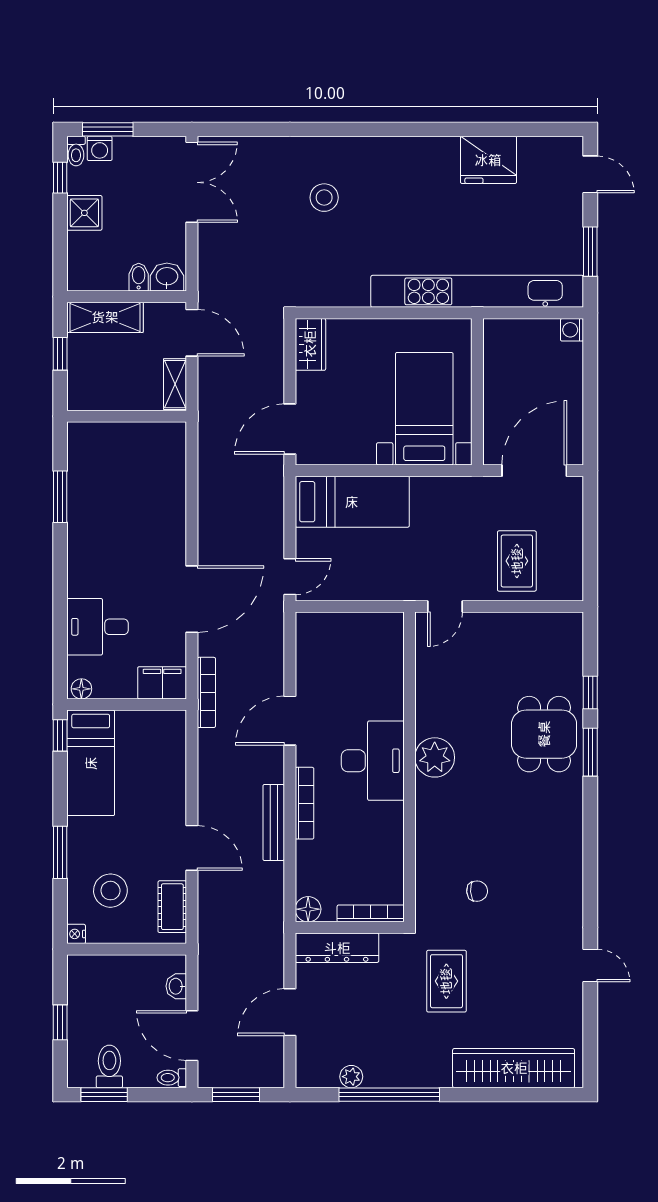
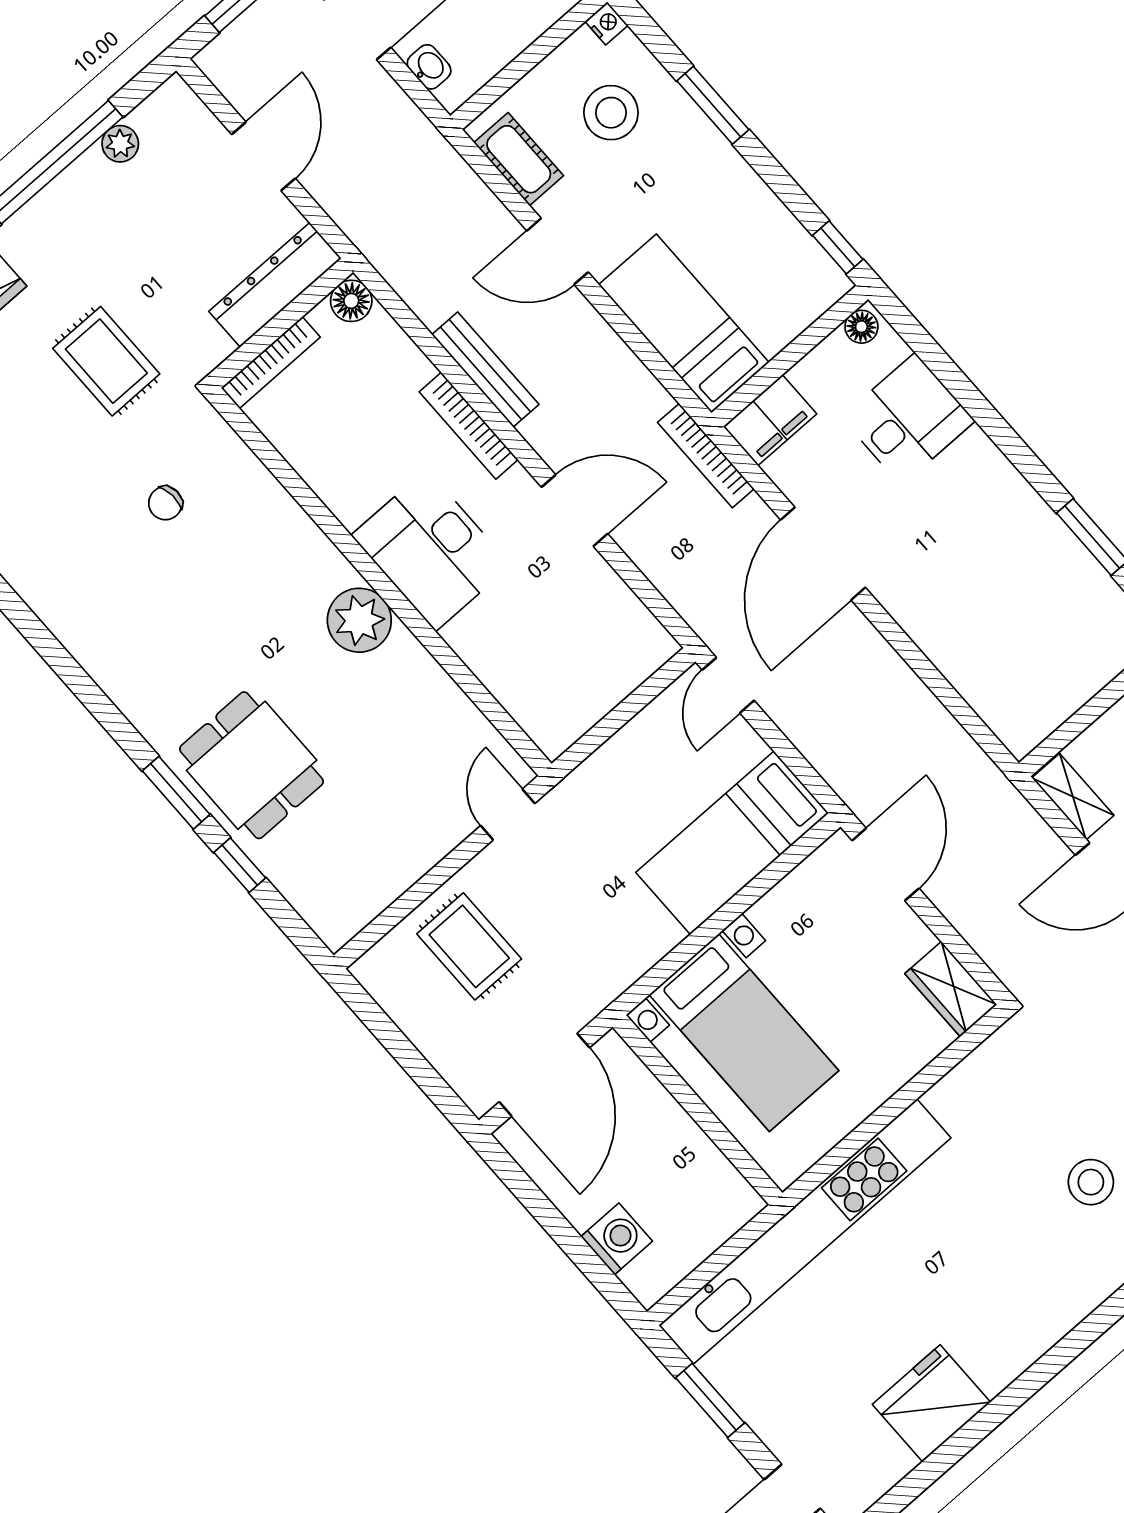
washing machine: (572, 330) -> (617, 1239), moved, width x1.38, depth x1.38
door: (290, 721) -> (575, 510), hinge flipped
bed: (91, 763) -> (684, 324), moved

